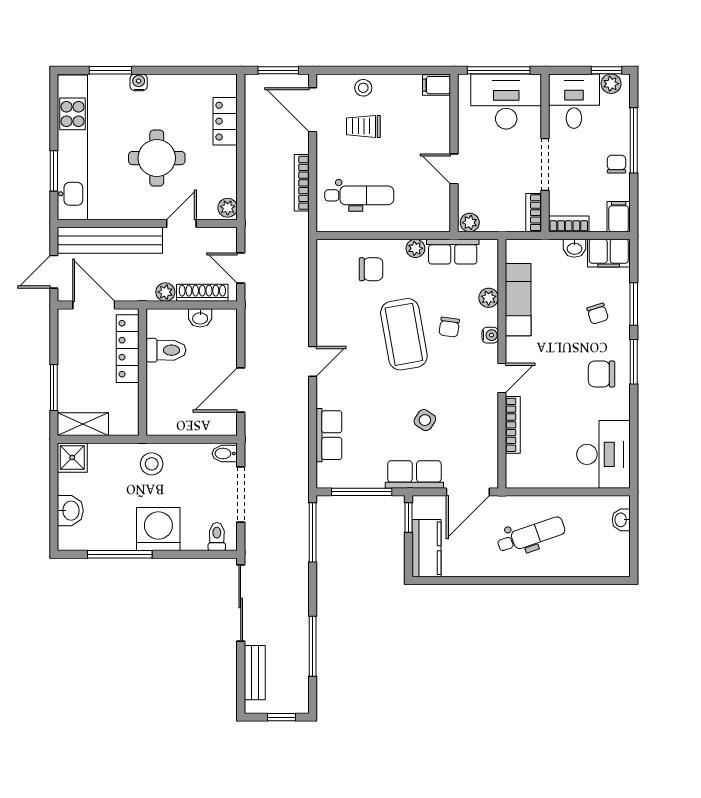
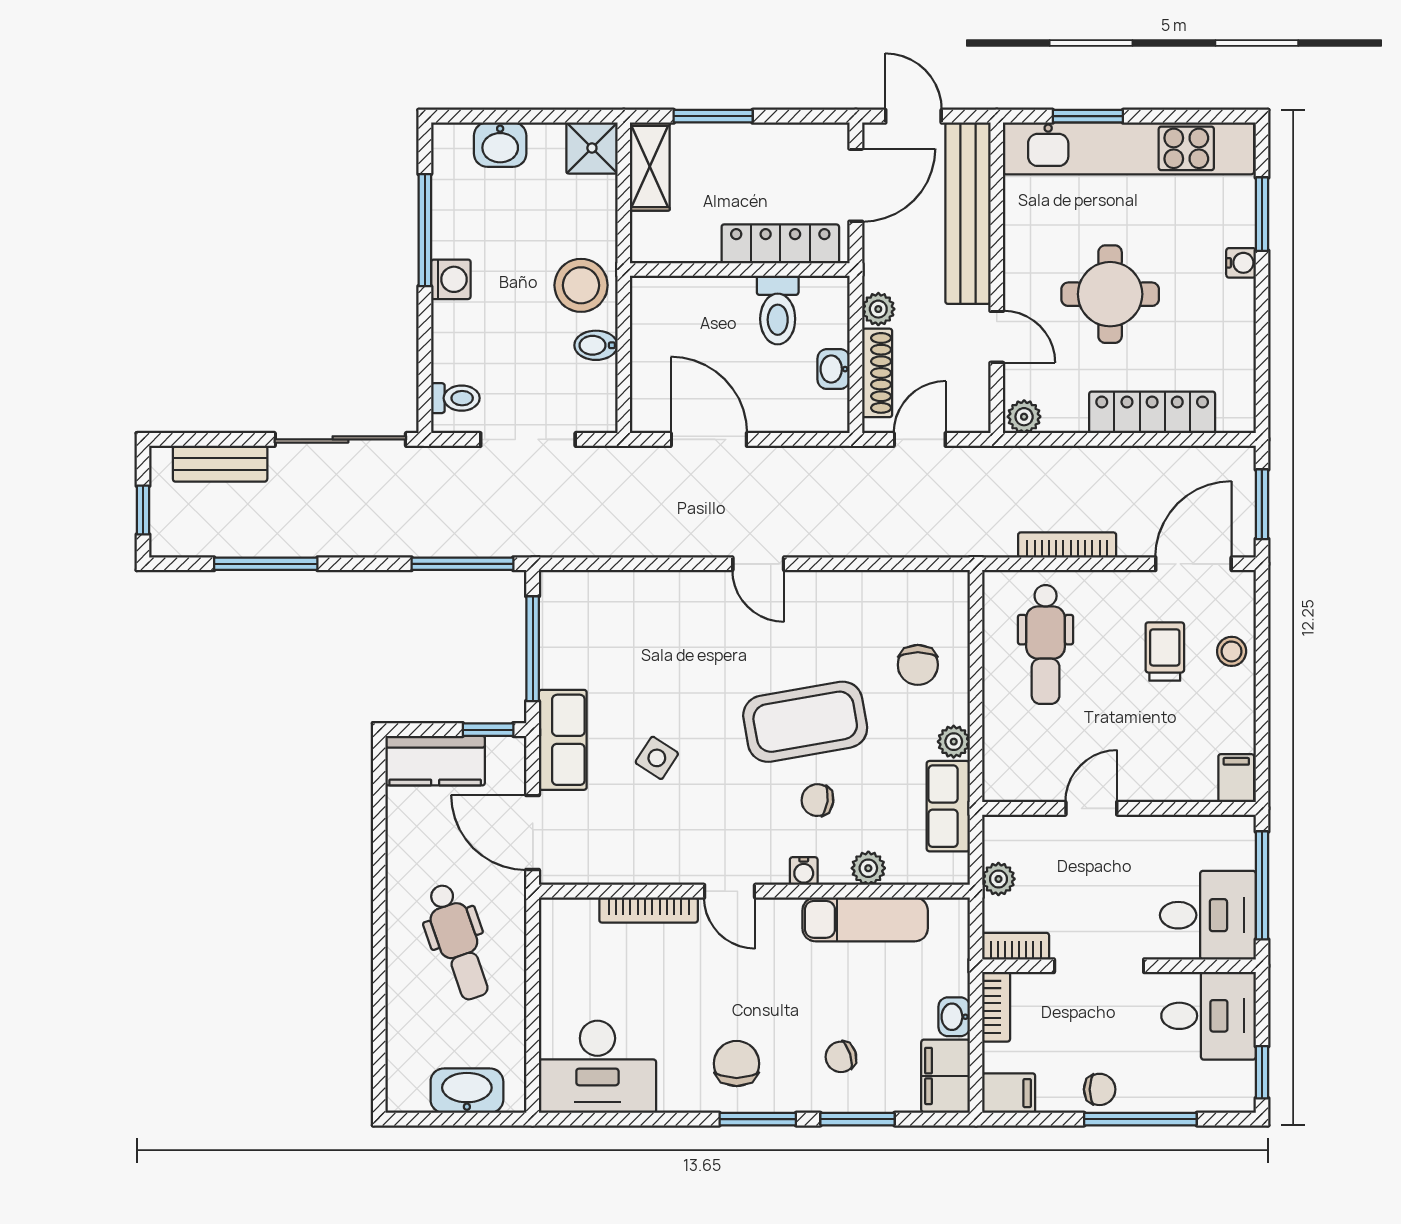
plant: (611, 84) -> (1239, 1080), removed
desk: (506, 101) -> (1208, 915), width x0.73
locker: (225, 121) -> (1152, 412), width x1.53
plant: (470, 223) -> (998, 879), moved
row of seats: (329, 435) -> (631, 592), removed
bidet: (225, 454) -> (596, 345), moved, turned -90
stool: (152, 464) -> (581, 285), width x1.38, depth x1.38
washbasin: (621, 520) -> (467, 1091), width x1.91, depth x1.45
washing machine: (158, 529) -> (451, 279), width x0.53, depth x0.53

